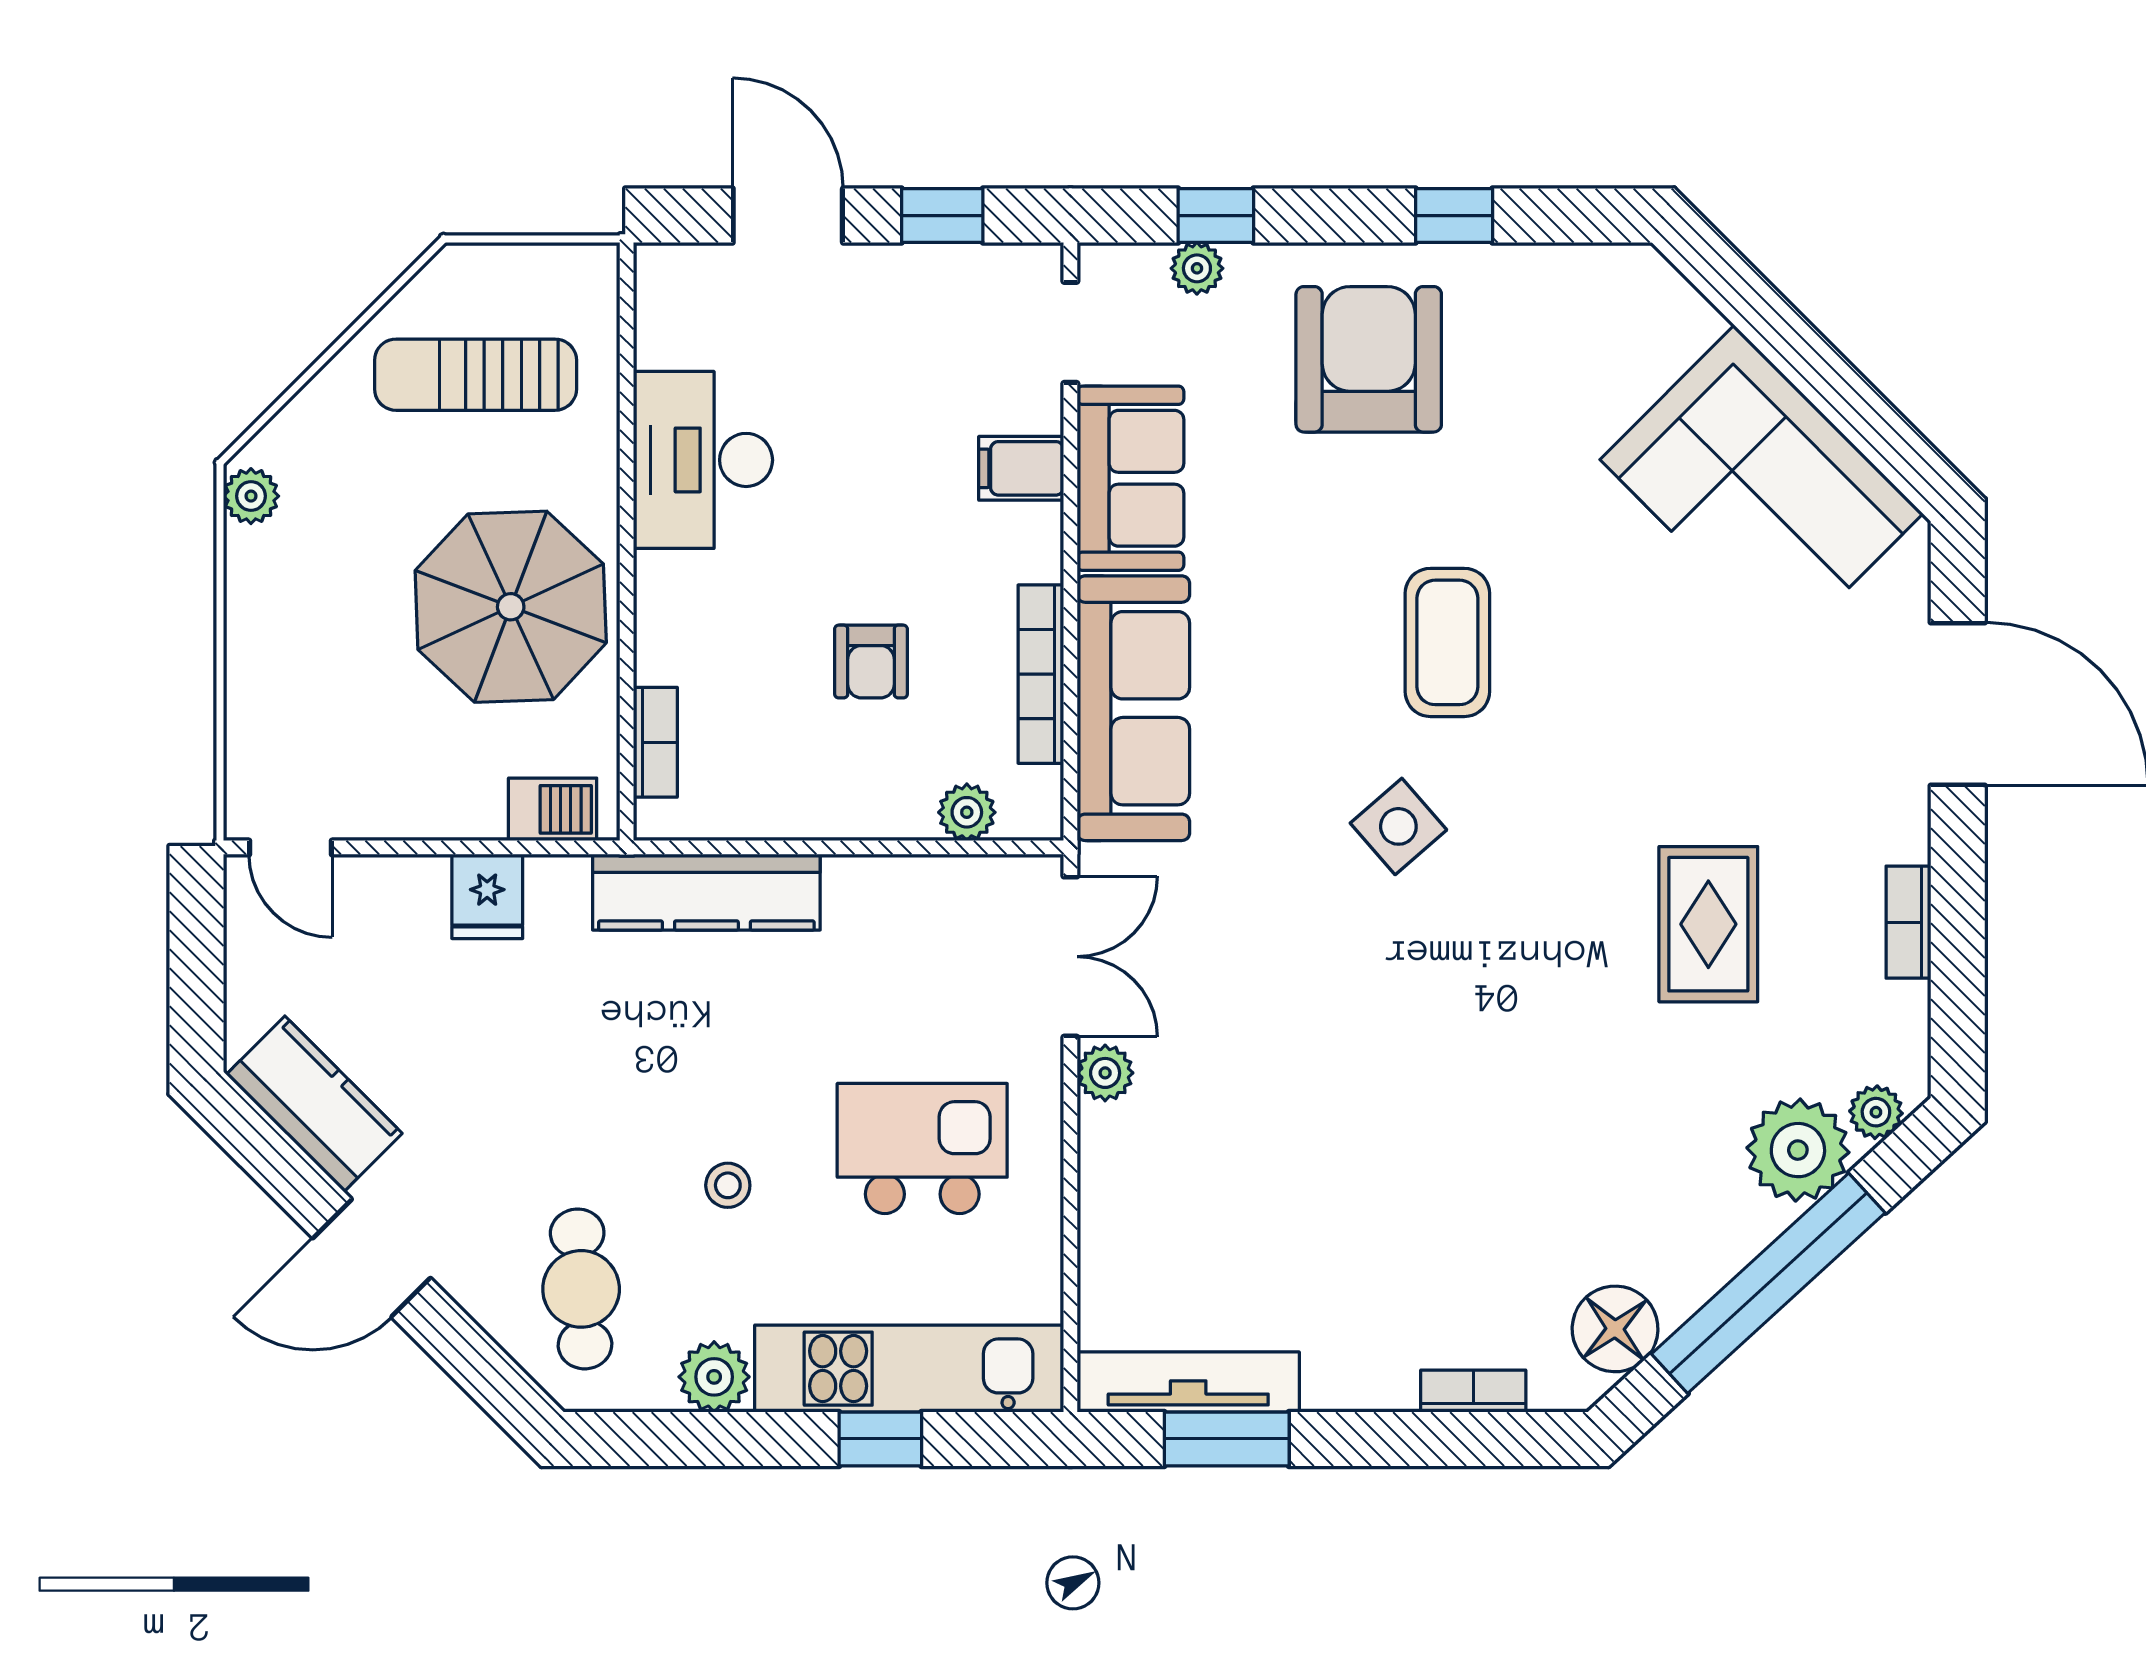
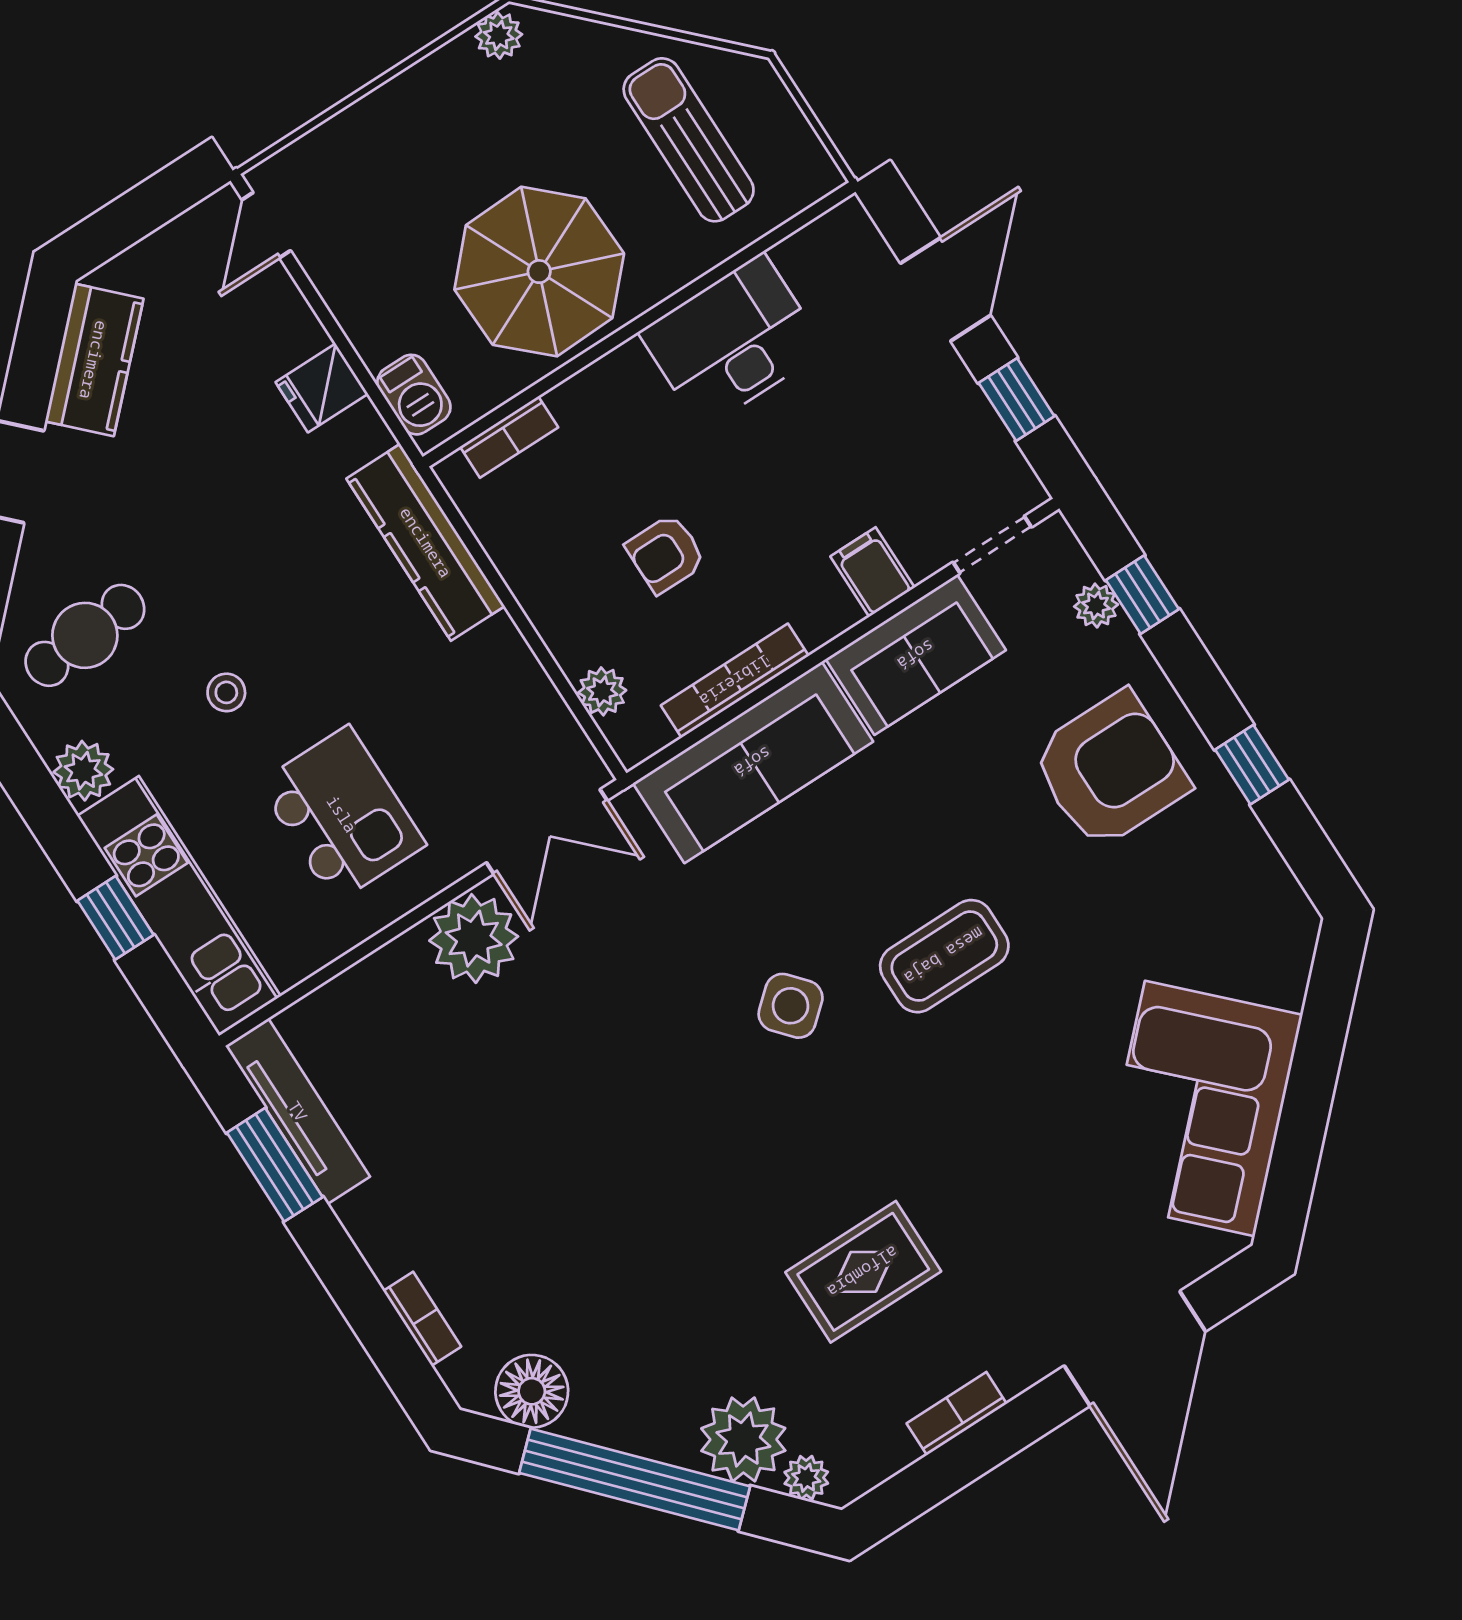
plant: (1105, 1073) -> (474, 939), width x1.87, depth x1.87

